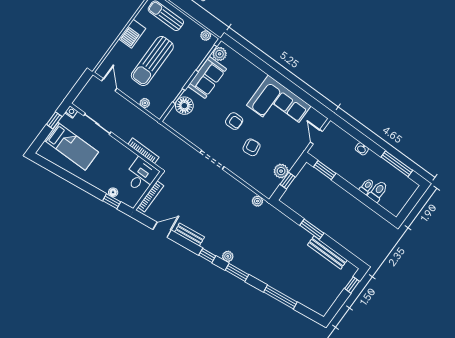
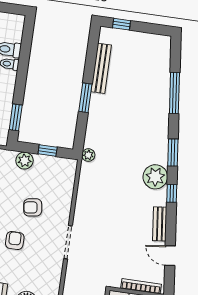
plant: (281, 171) -> (24, 161), moved
plant: (257, 201) -> (88, 155), moved
plant: (228, 256) -> (155, 177), width x1.88, depth x1.88

